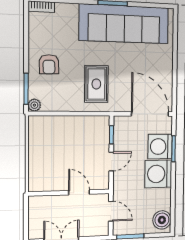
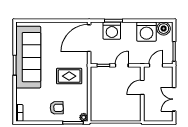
door: (111, 162) -> (122, 65), hinge flipped
washing machine: (158, 174) -> (146, 32), moved

